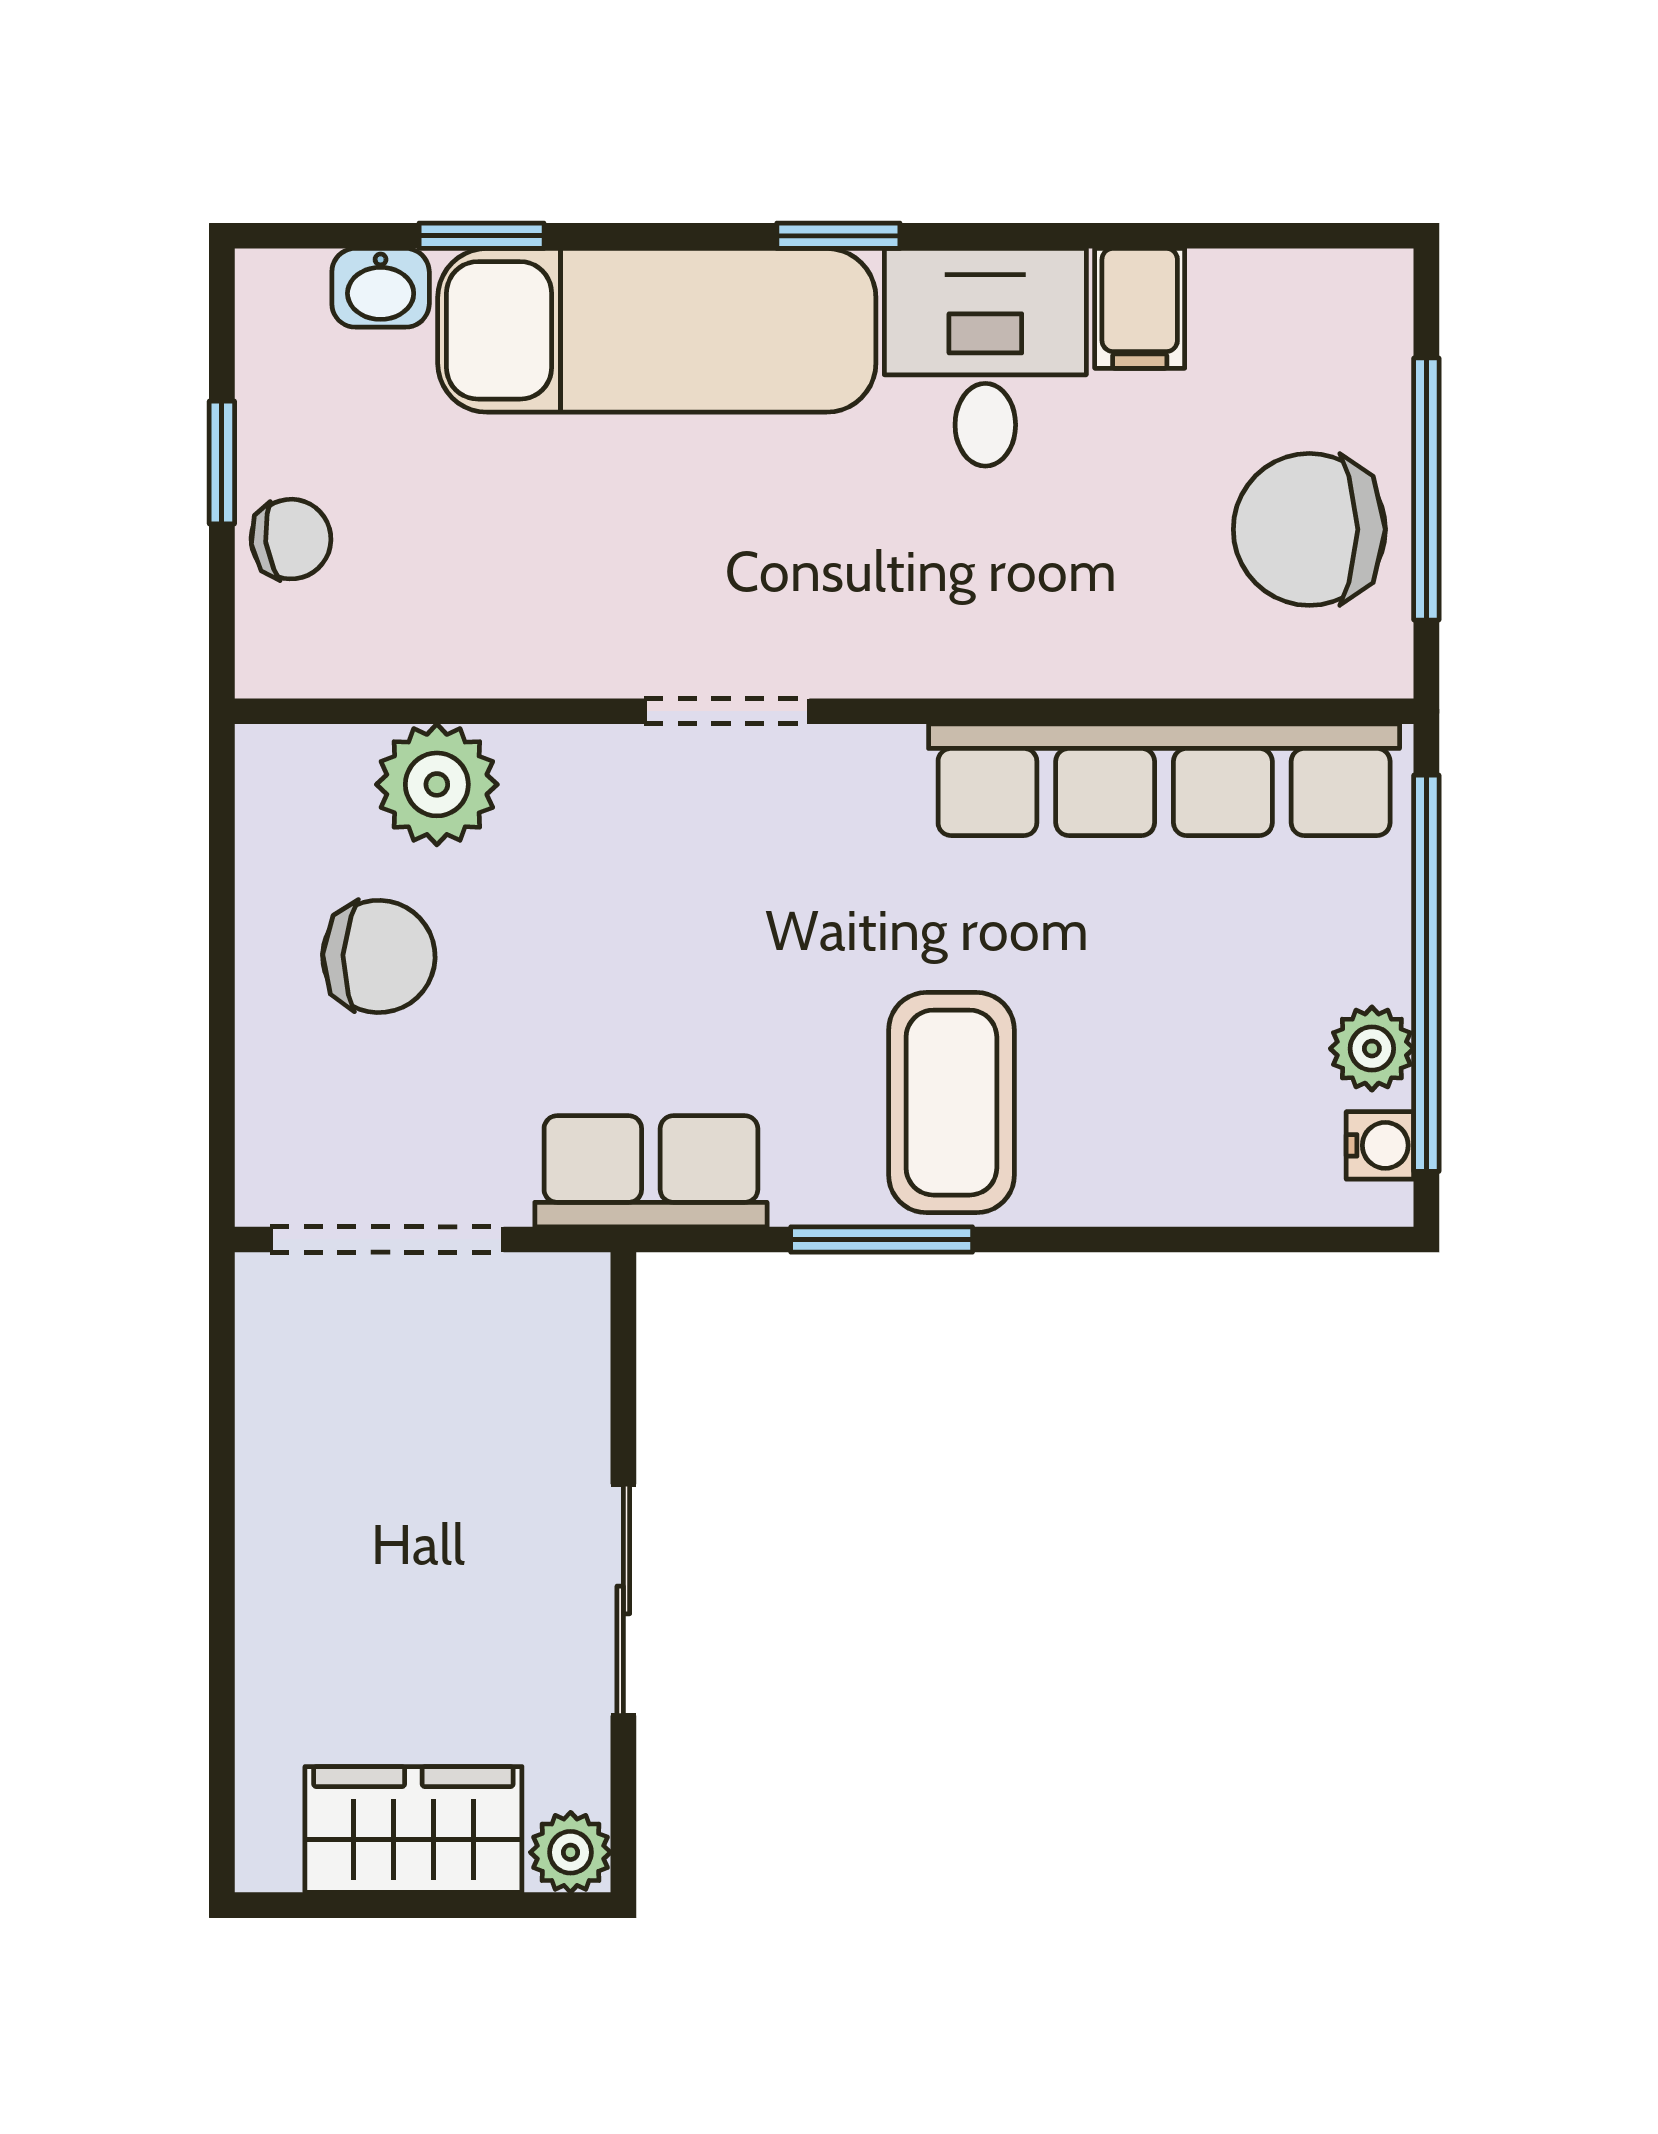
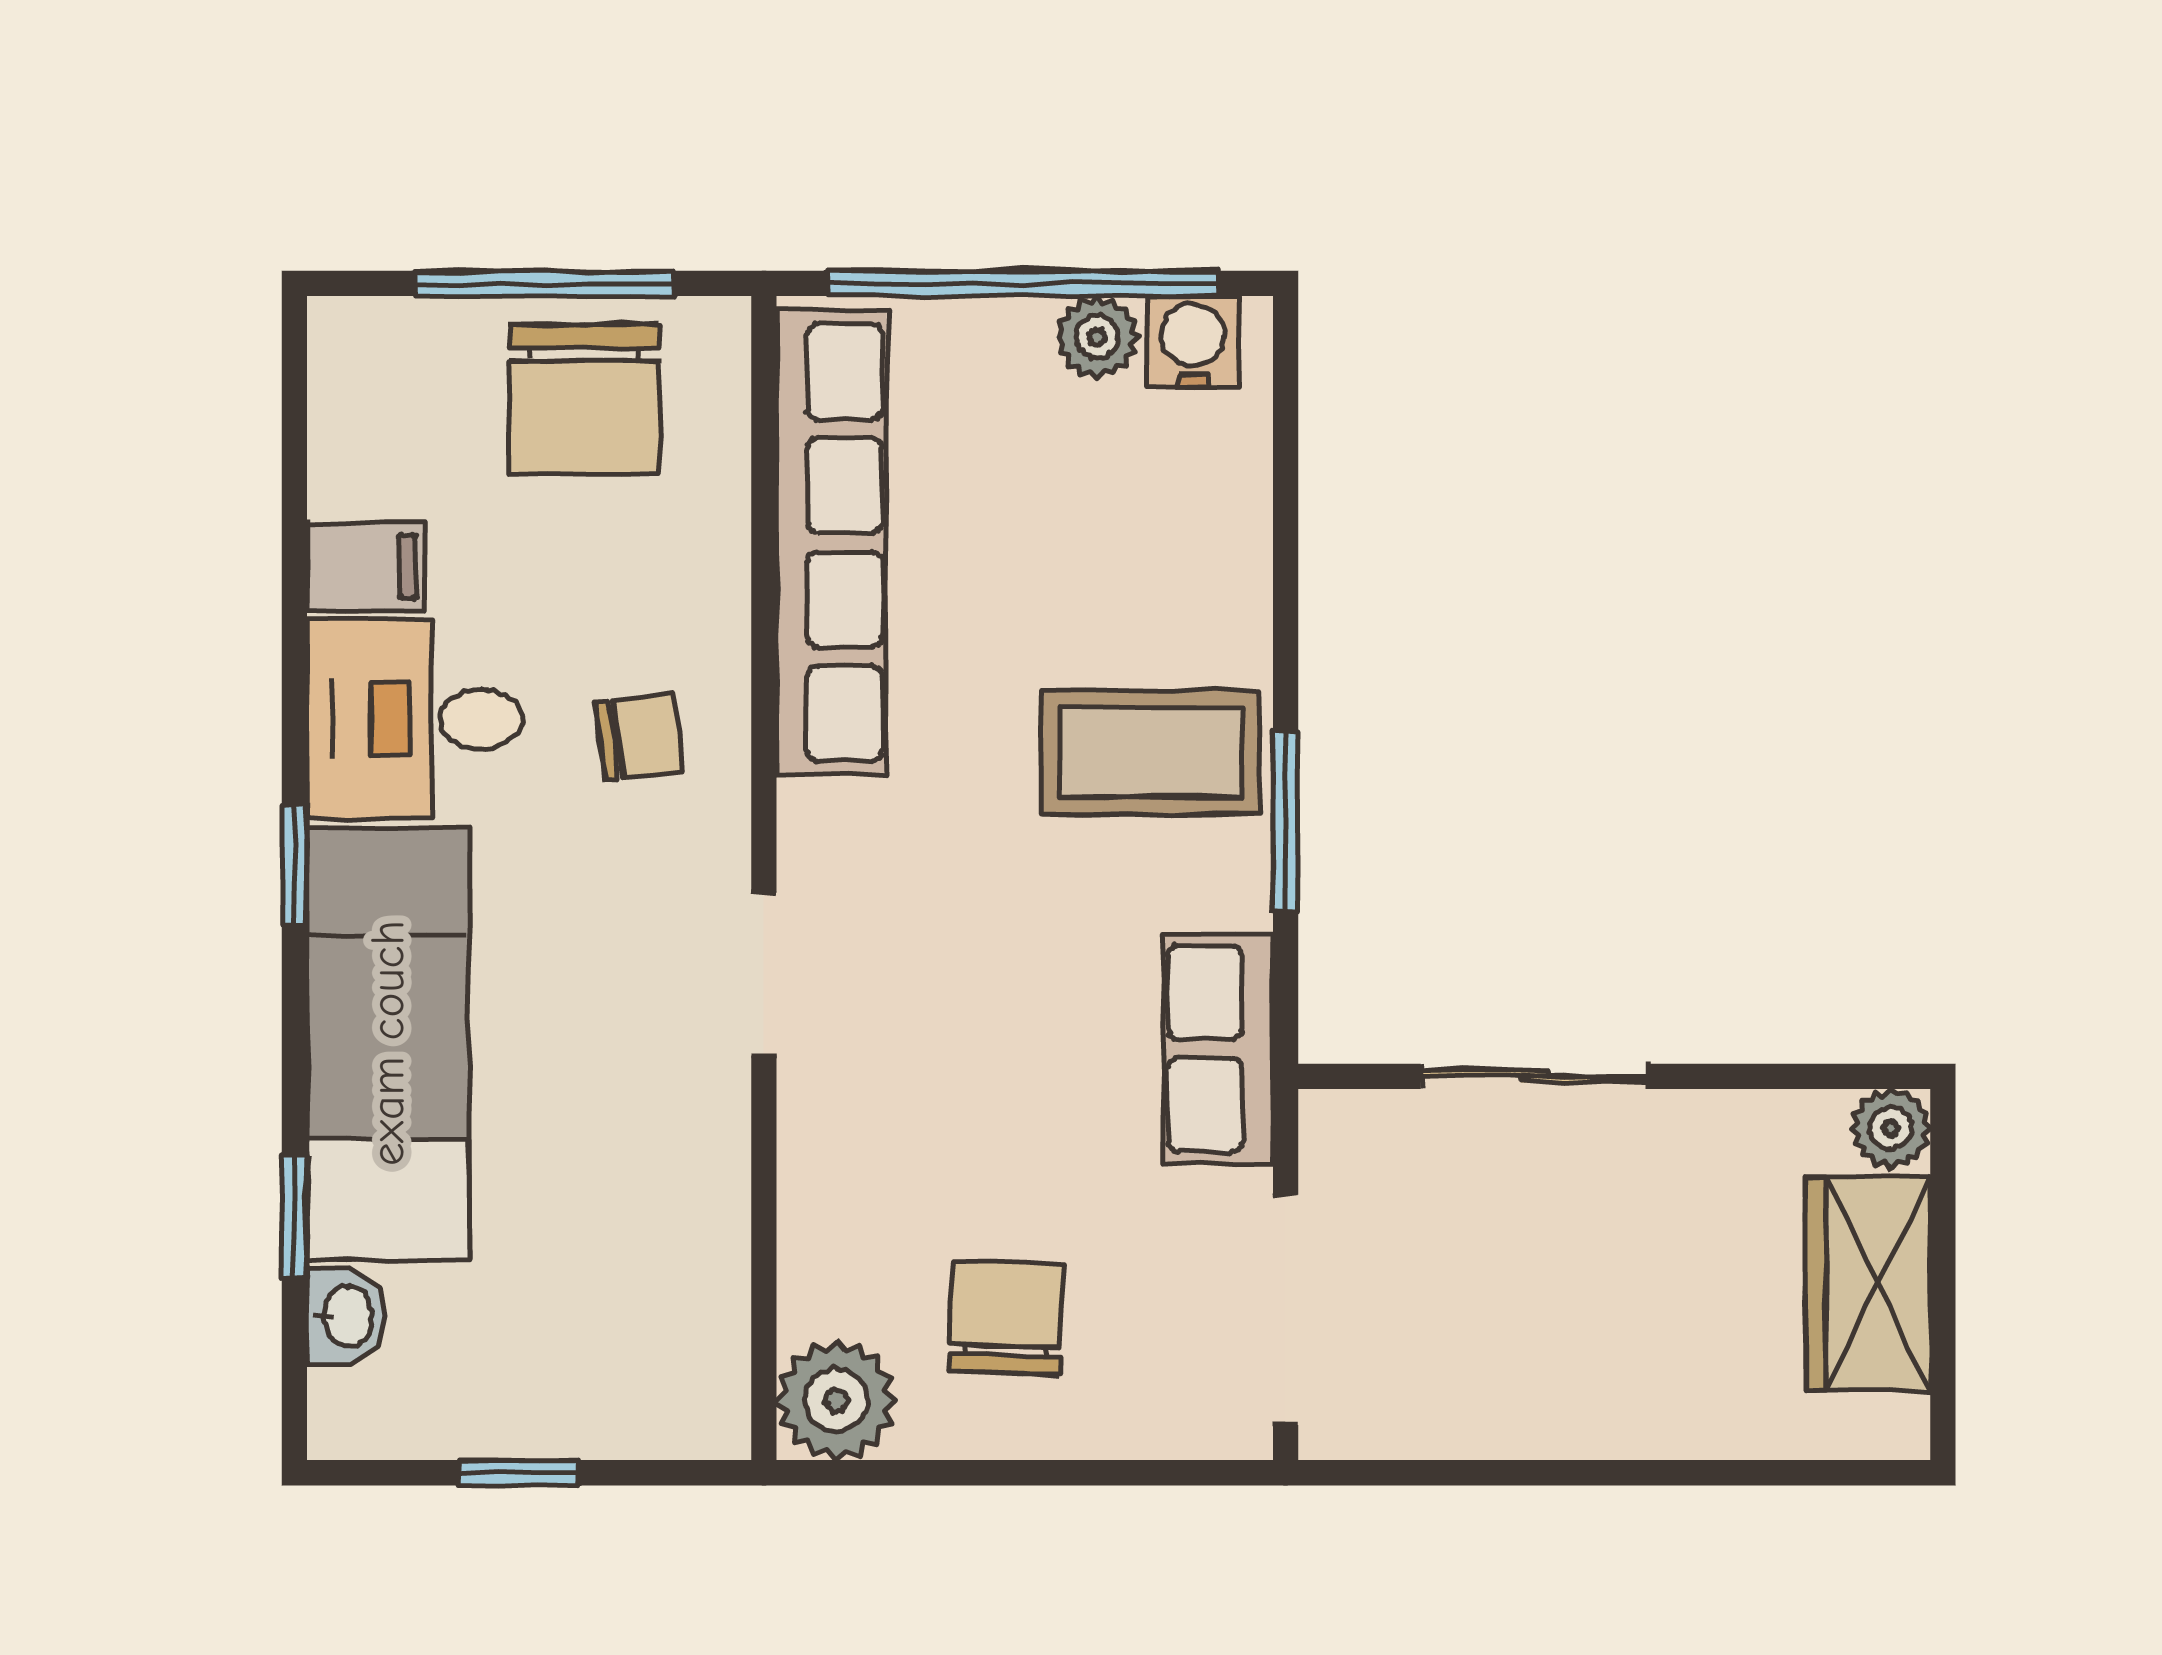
chair: (291, 539) -> (639, 737), moved, turned 90
plant: (437, 784) -> (836, 1400), moved
water cooler: (1380, 1145) -> (1193, 342), width x1.38, depth x1.38
sliding door: (623, 1600) -> (1535, 1076), moved

